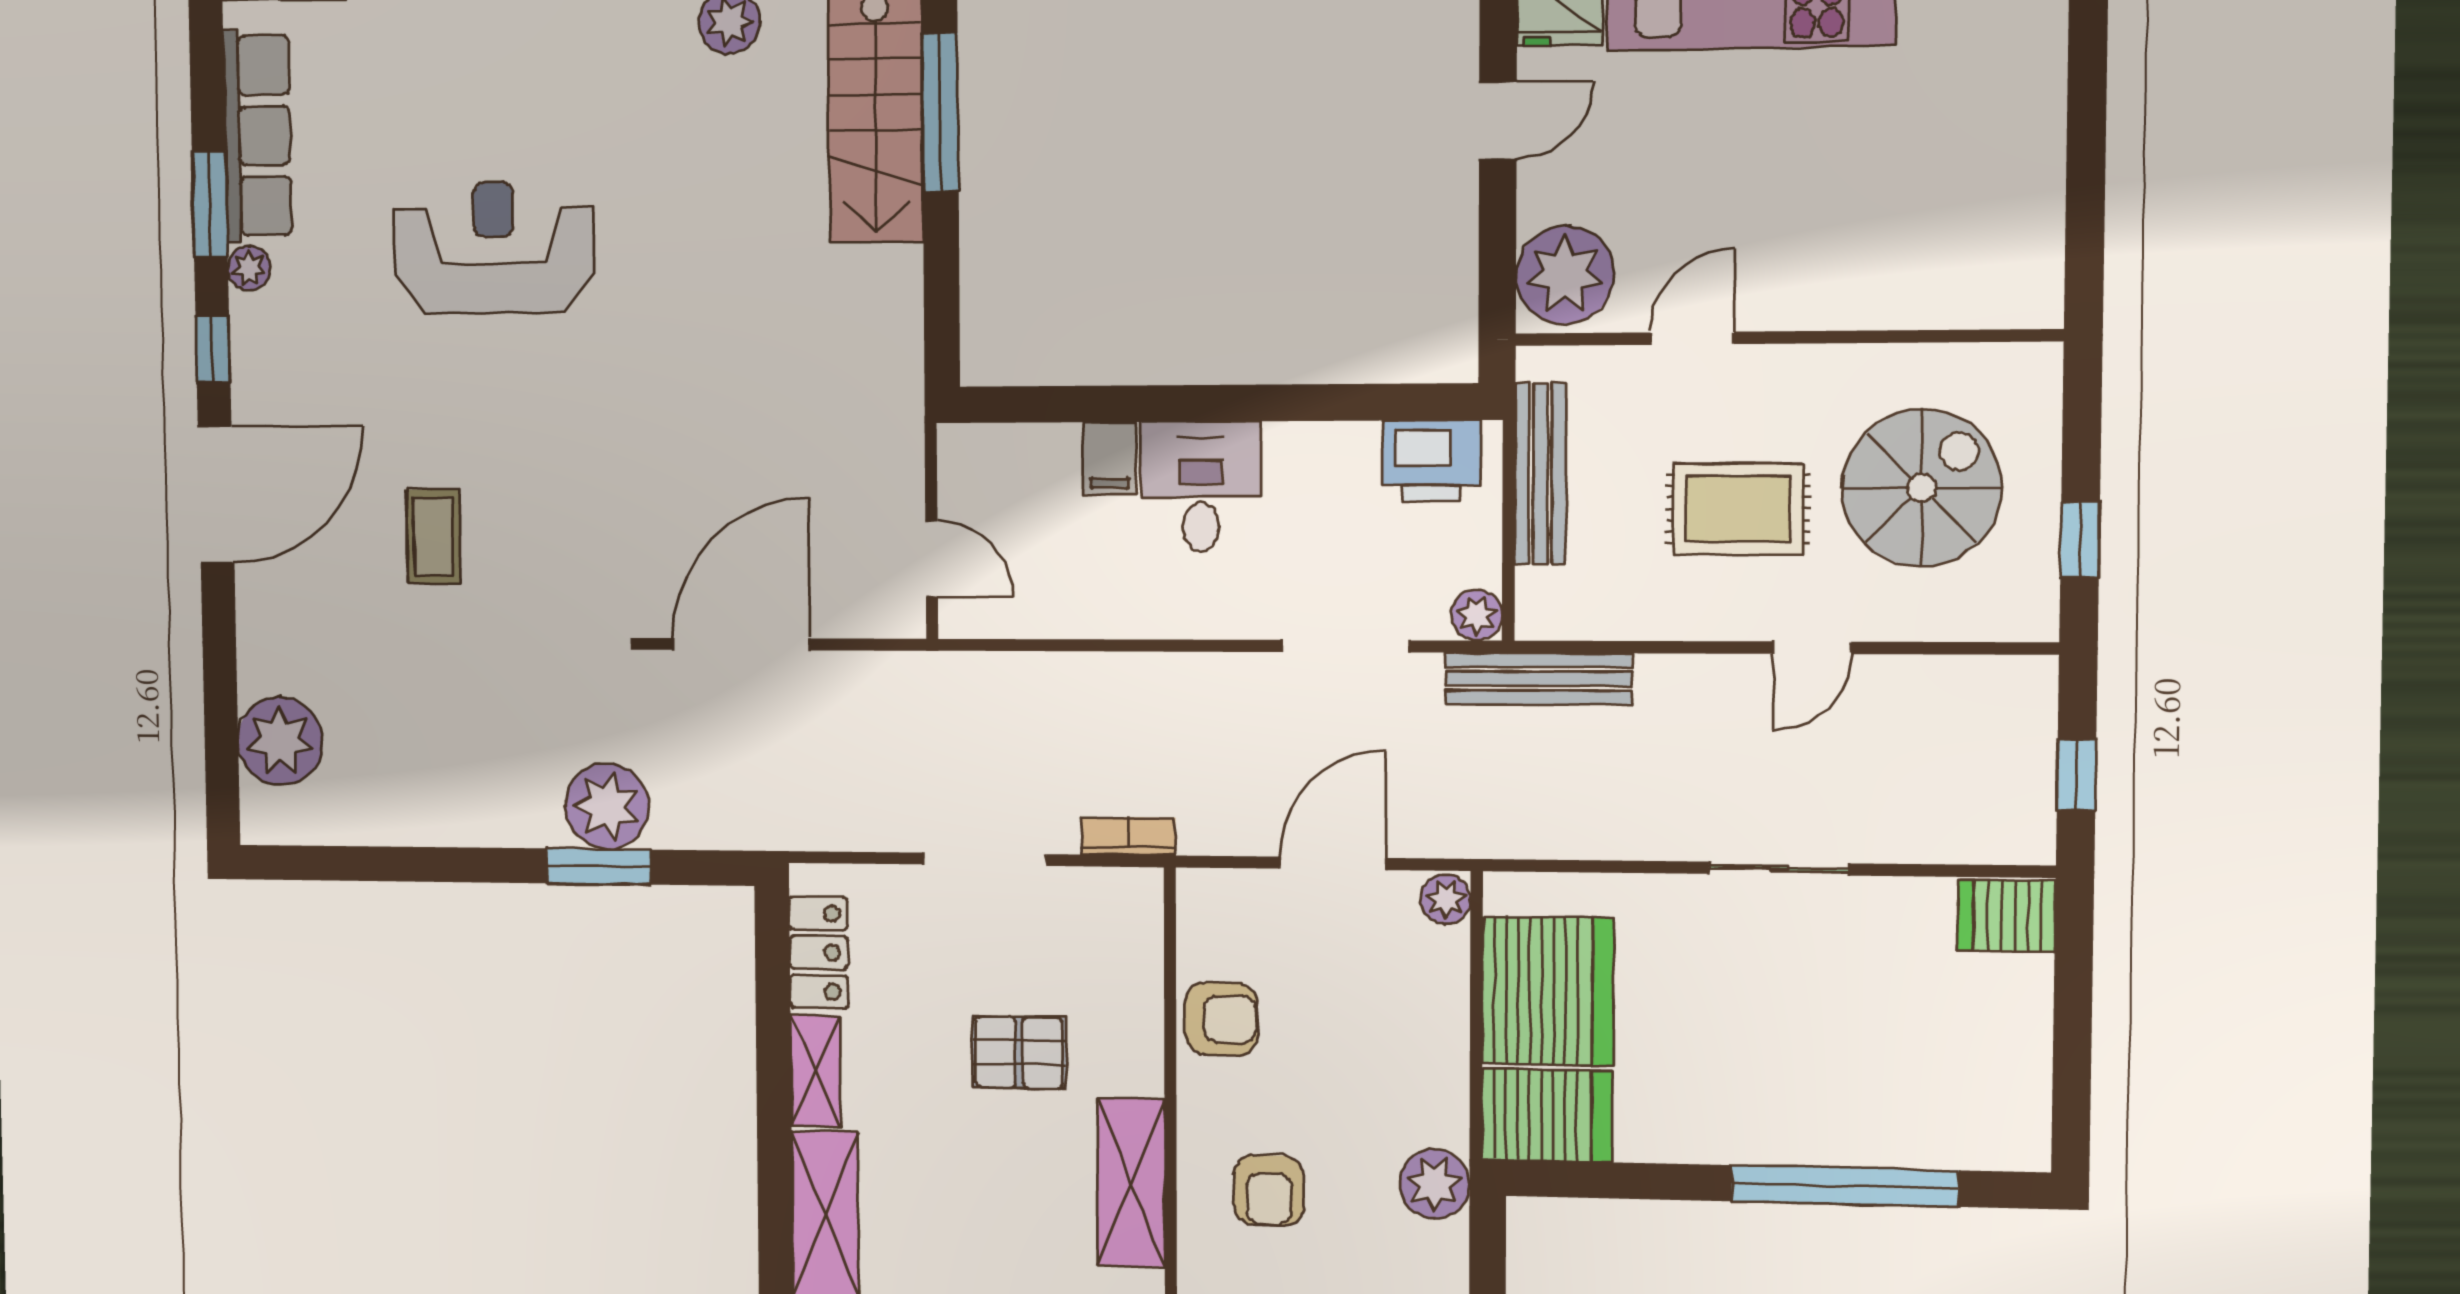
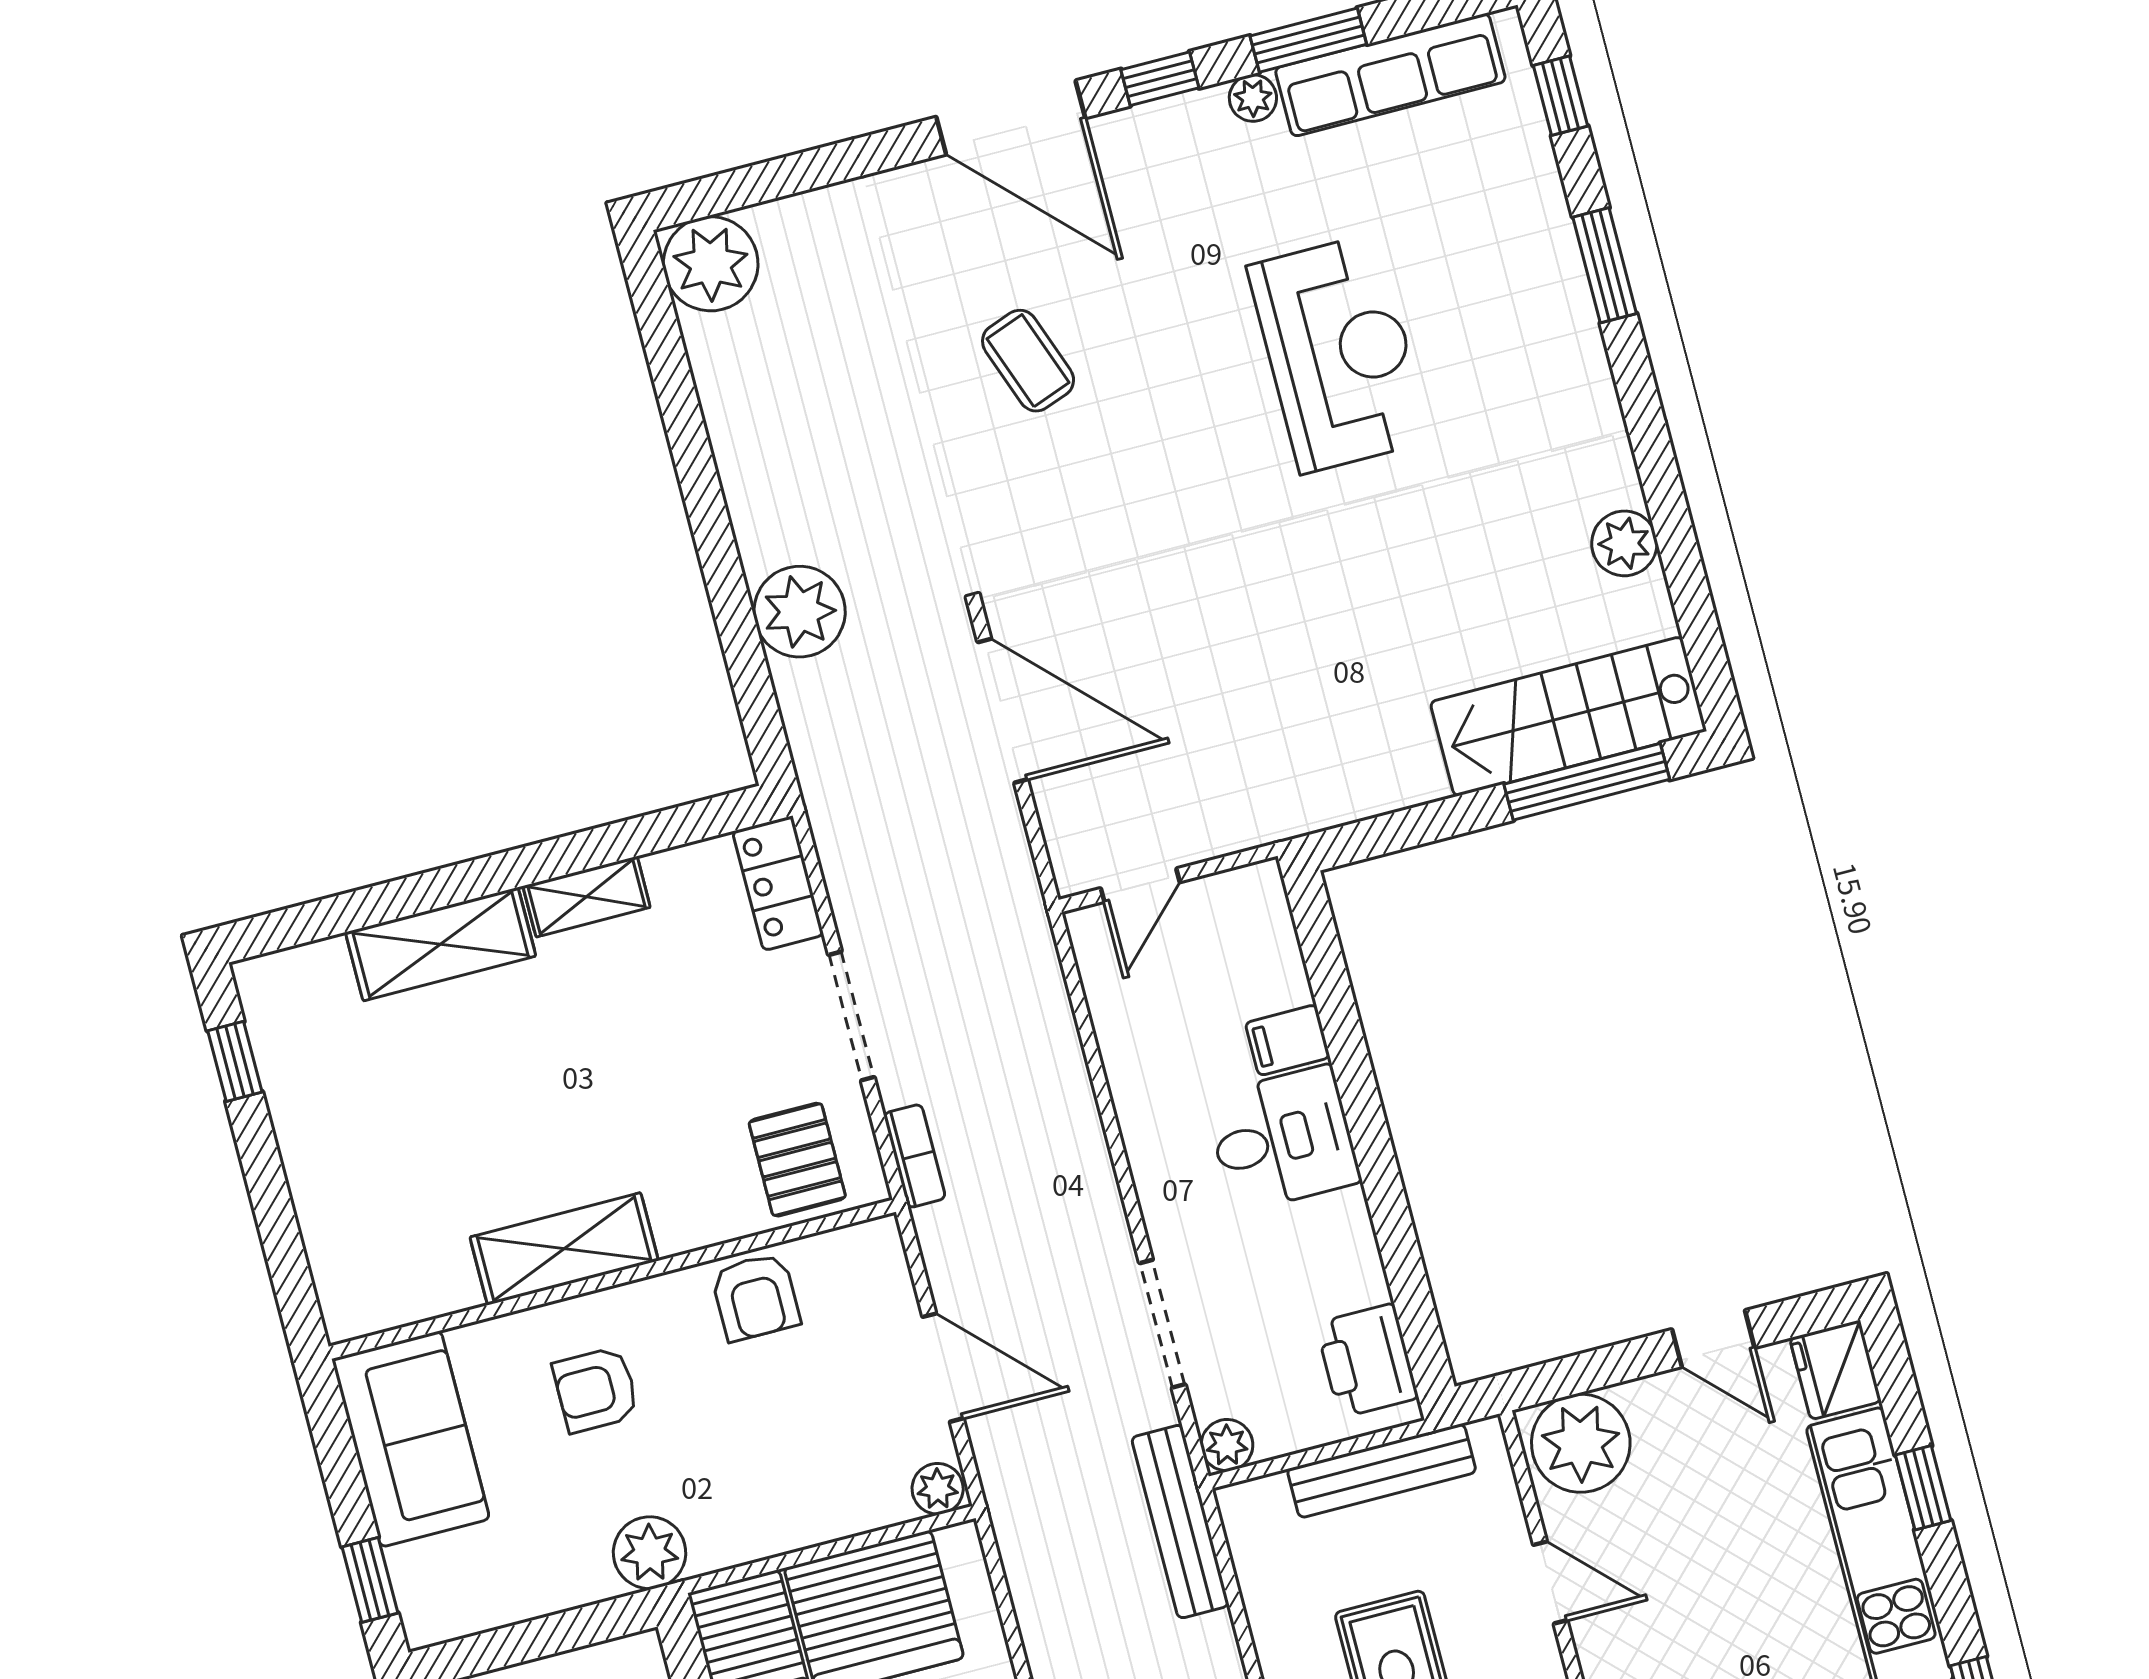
coffee table: (433, 536) -> (1028, 361), turned 70
plant: (280, 741) -> (711, 264), moved
window: (599, 866) -> (735, 618), removed
locker: (819, 952) -> (778, 883), moved, turned 90
pallet: (1019, 1052) -> (797, 1160), moved

